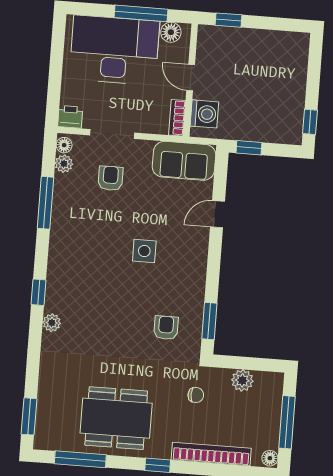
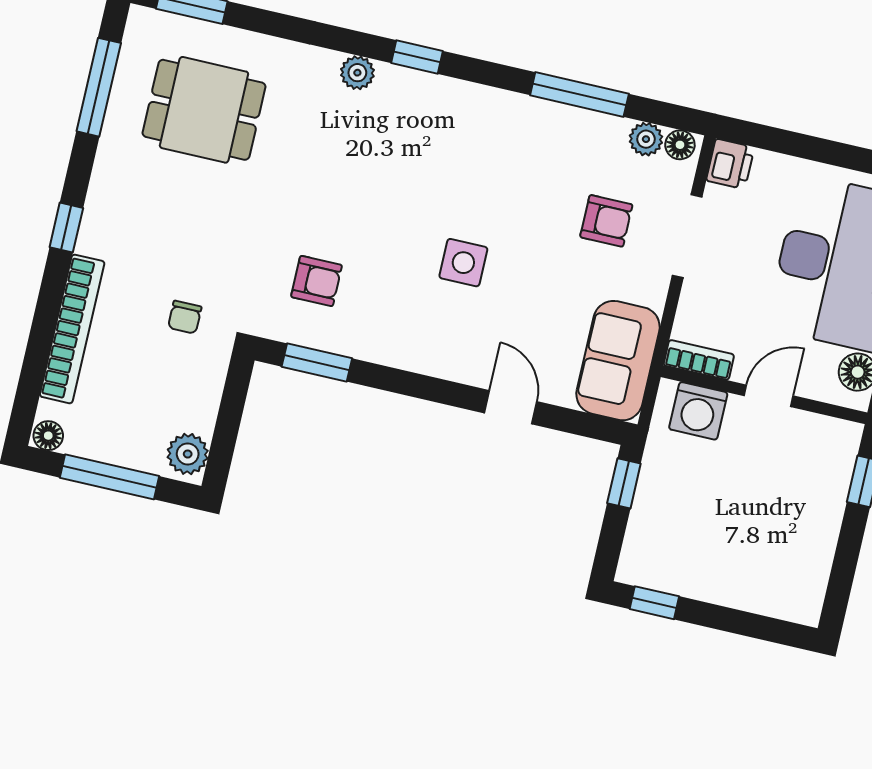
plant: (242, 380) -> (188, 454), moved
dining table: (116, 418) -> (204, 110), moved, width x0.73

